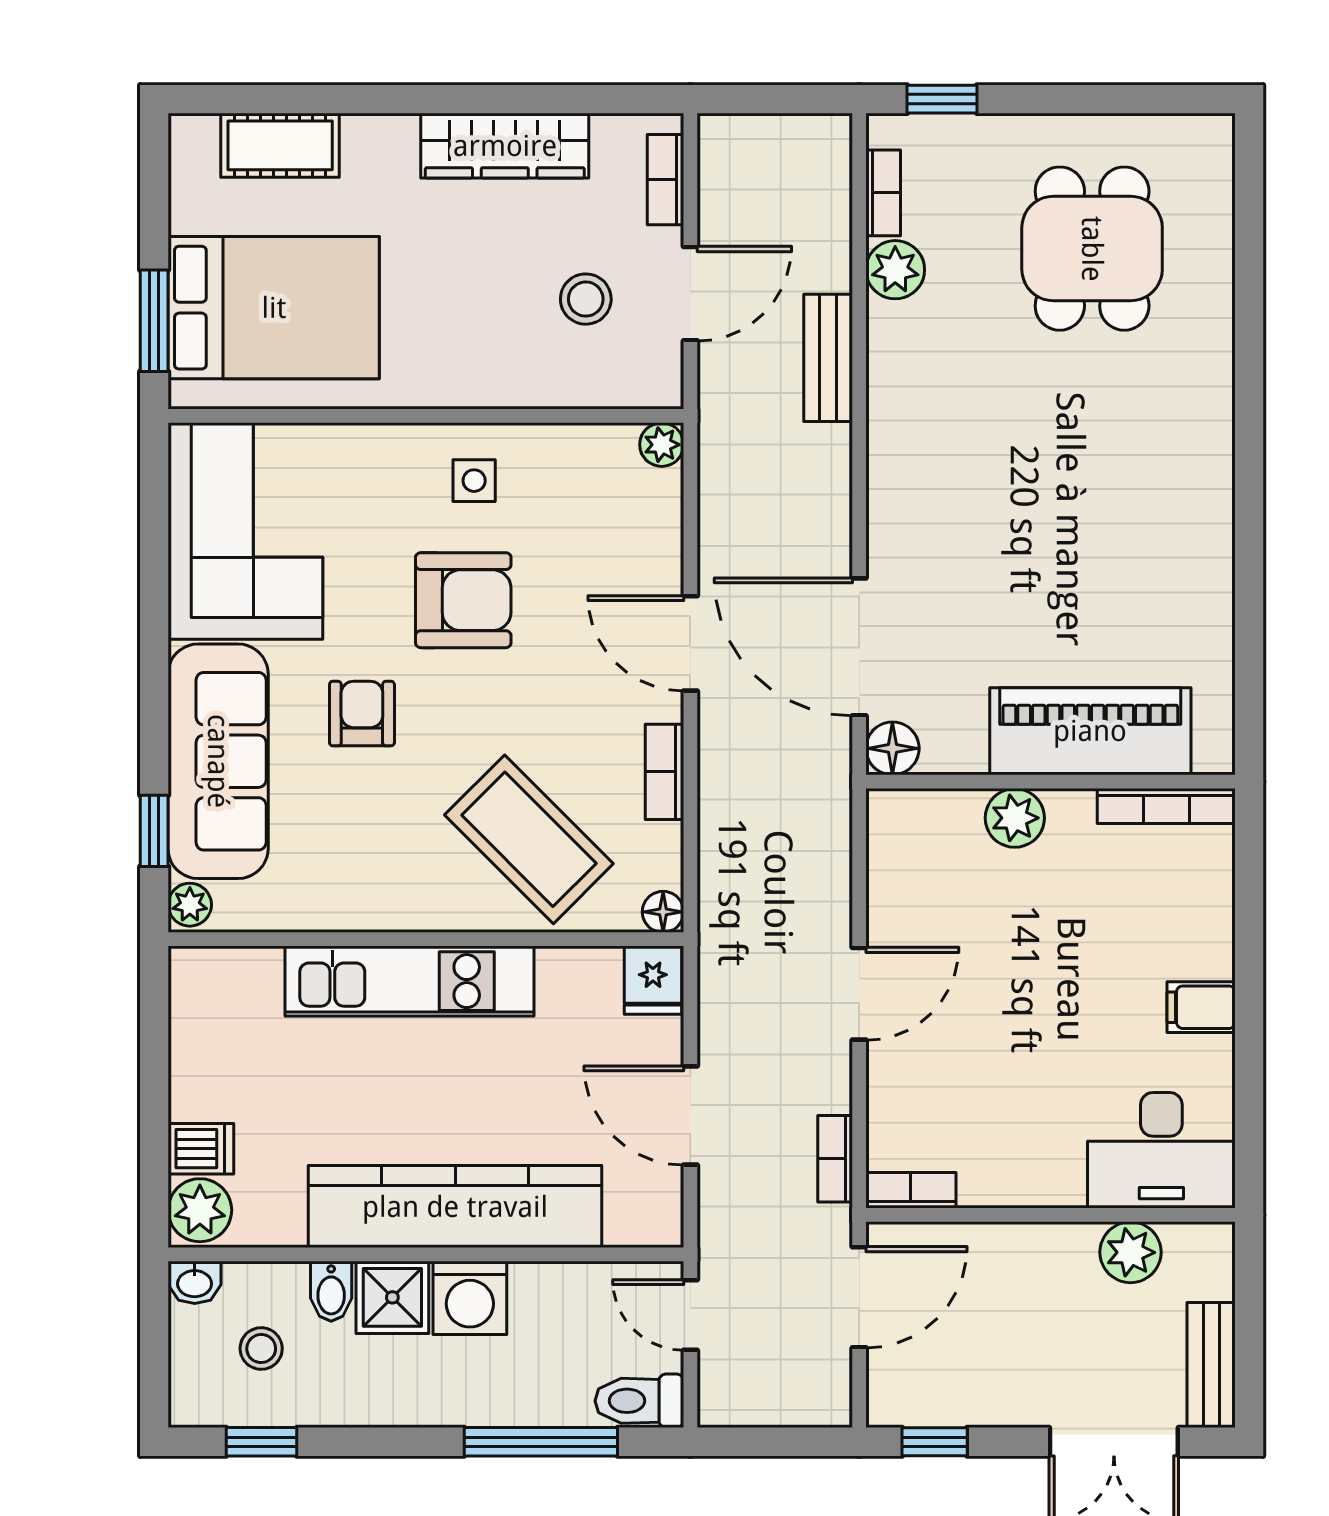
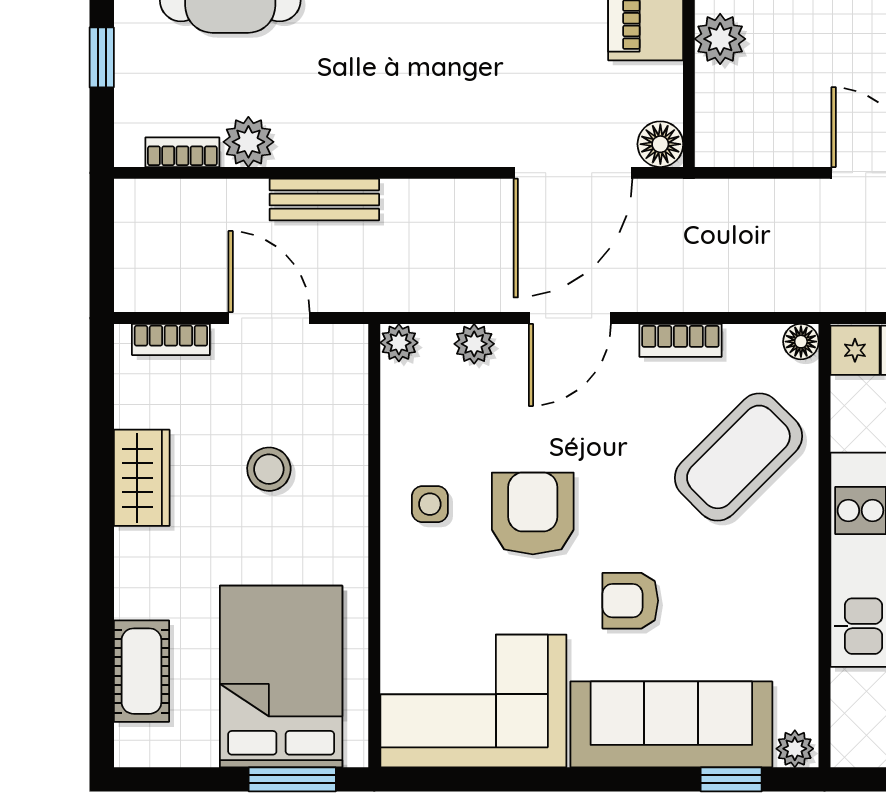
window: (942, 99) -> (102, 57), moved
wardrobe: (505, 146) -> (142, 478), width x0.67
stool: (586, 299) -> (269, 469), moved
plant: (660, 532) -> (474, 344), added

